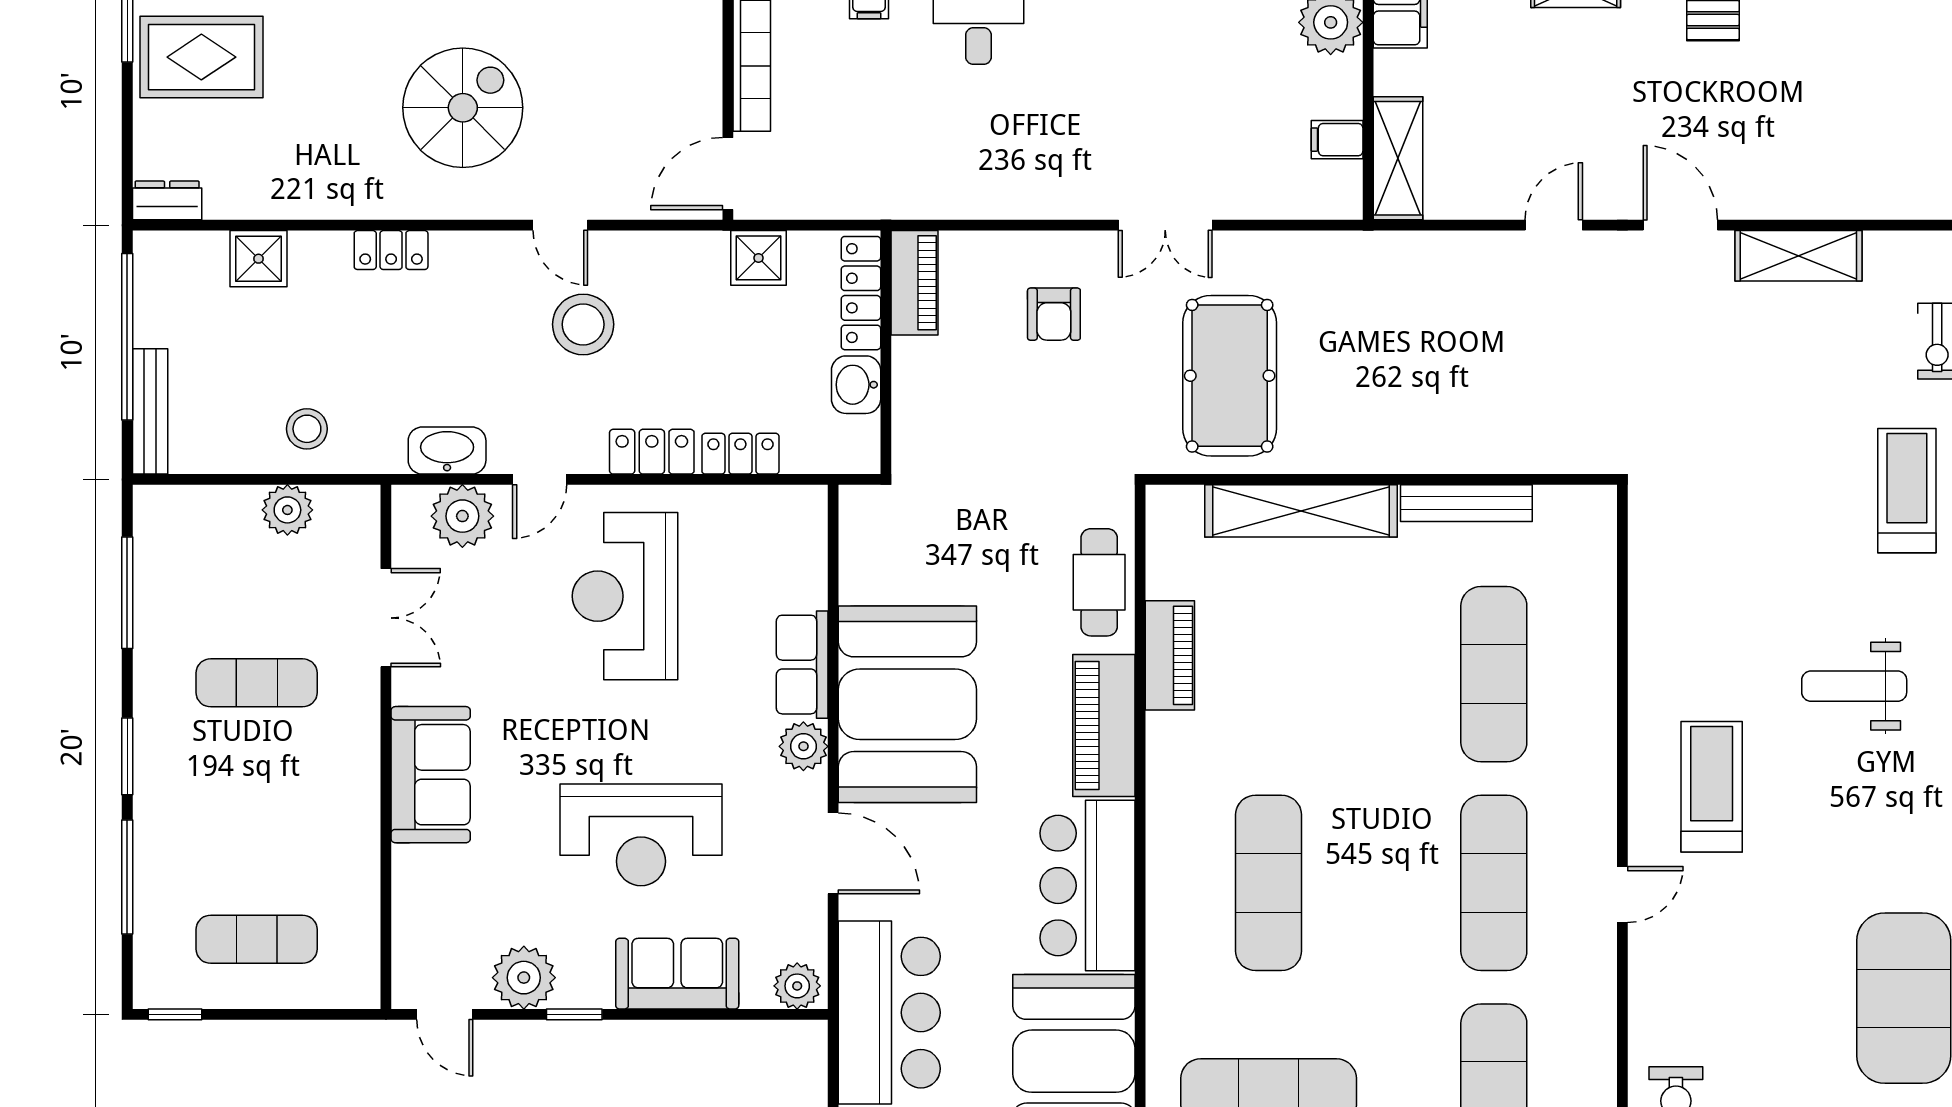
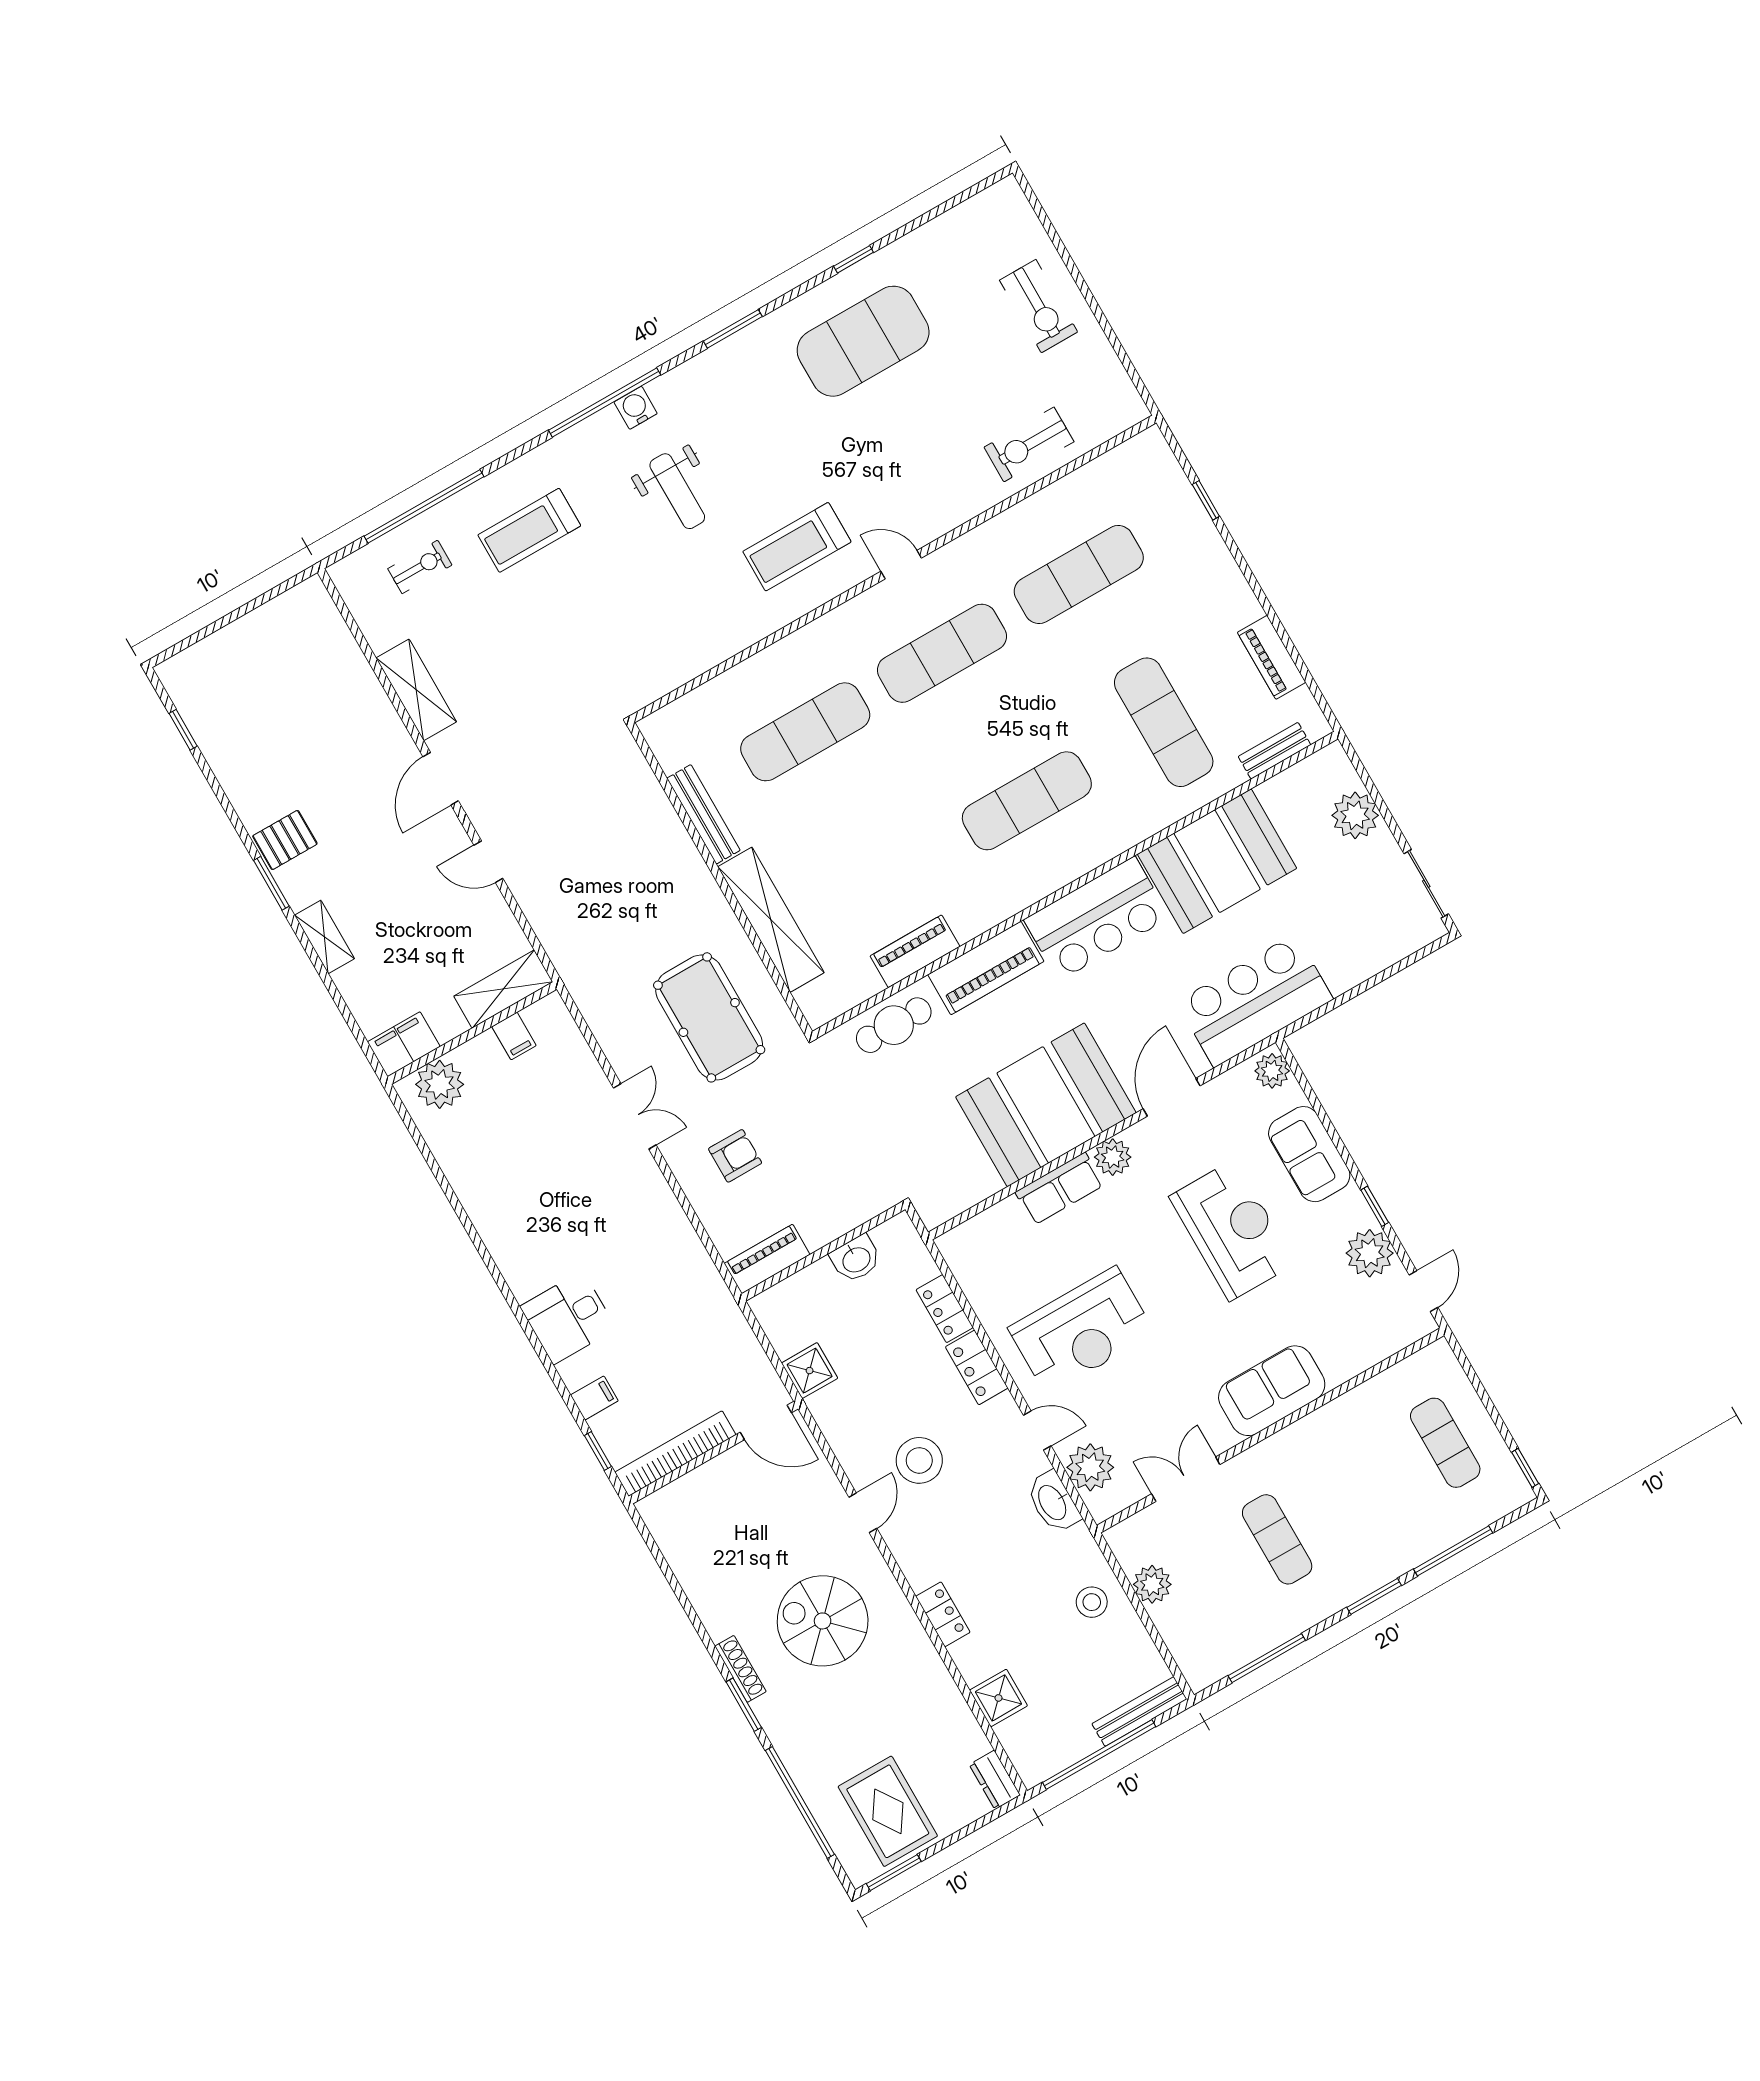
locker: (861, 293) -> (794, 1290), removed
pool table: (1230, 376) -> (709, 1017), turned 90

